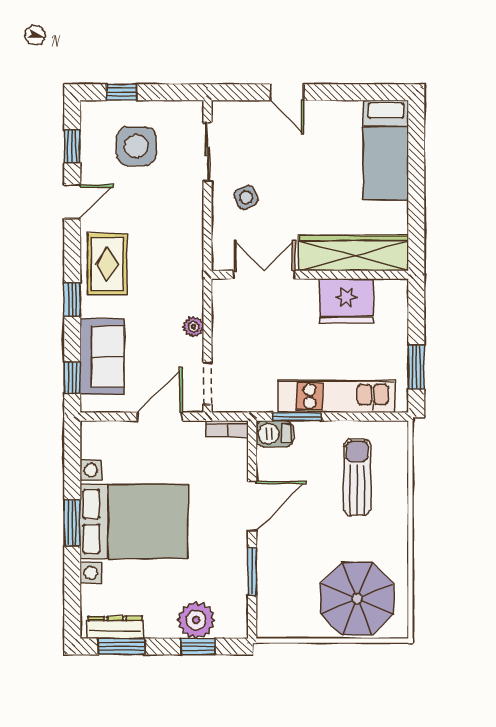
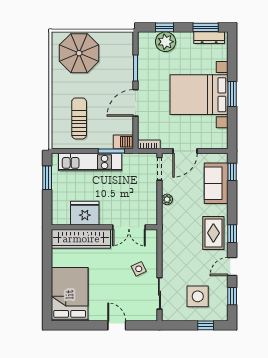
bed: (386, 150) -> (70, 294), width x1.50
window: (72, 300) -> (232, 234), moved
sun lounger: (357, 477) -> (79, 118), turned 180

